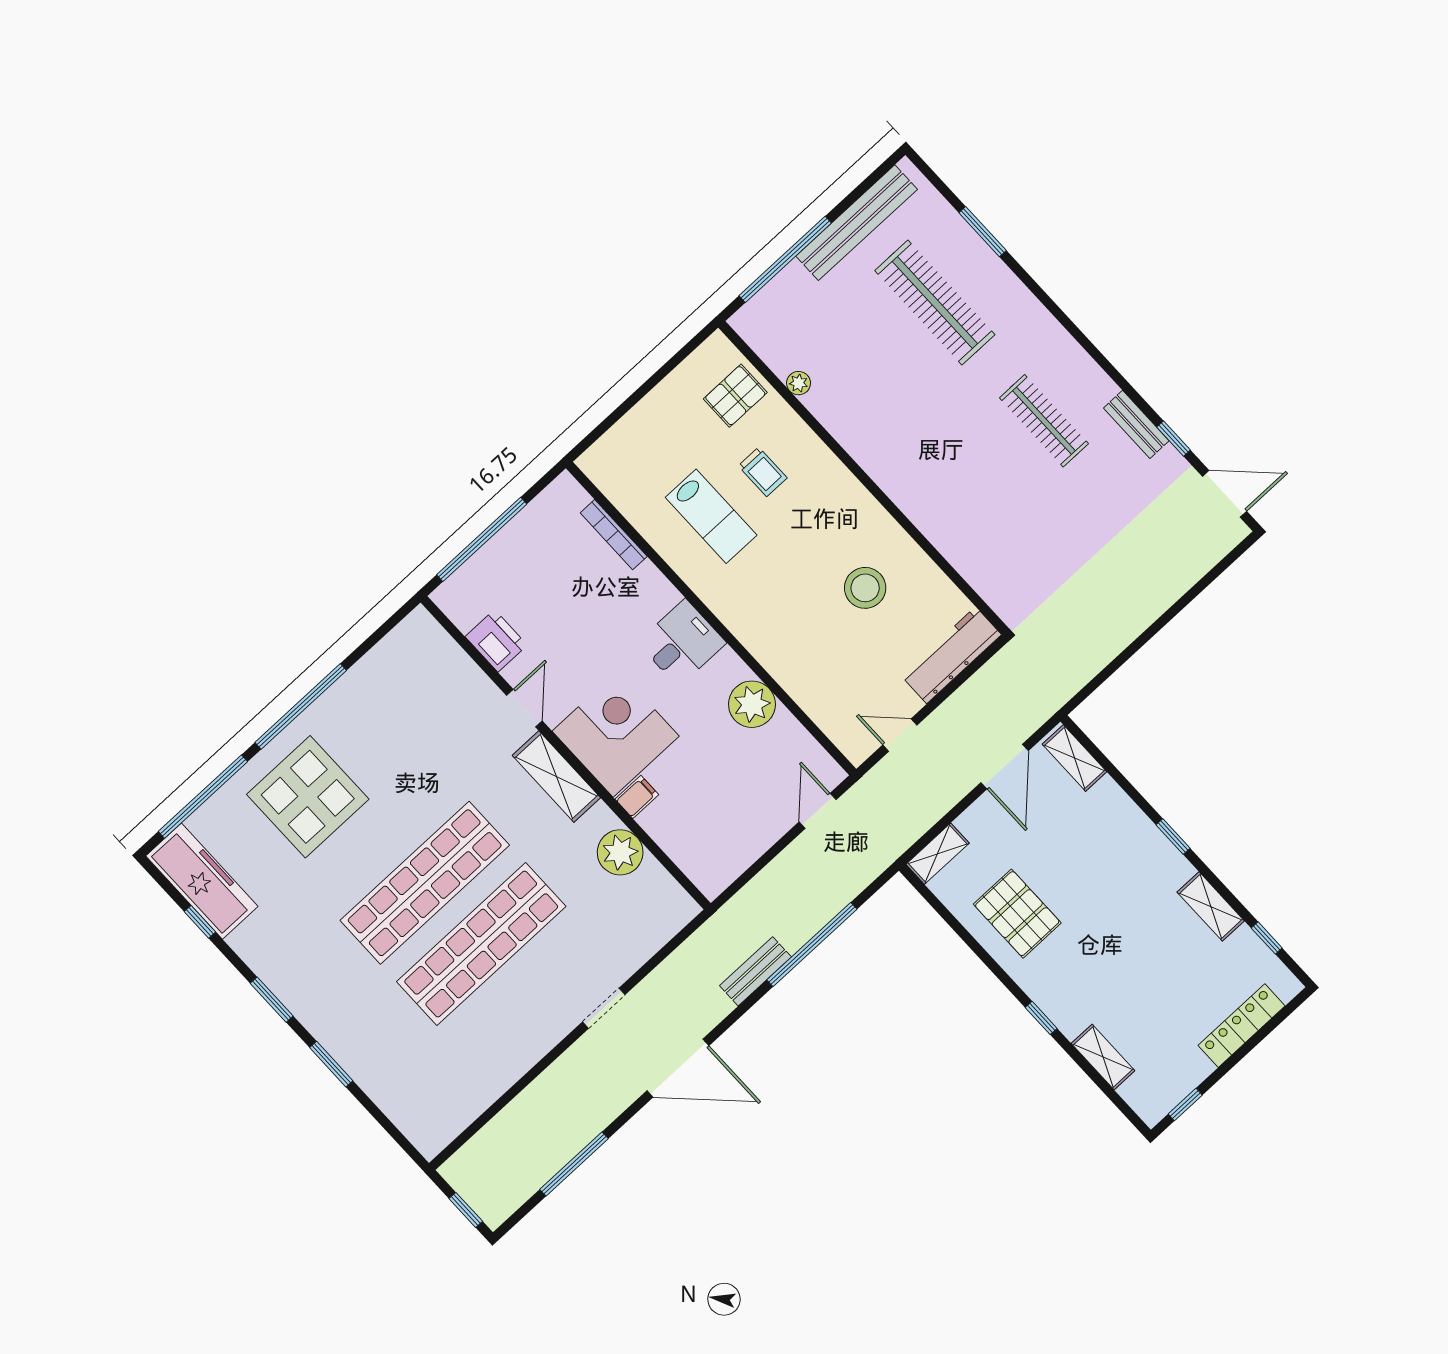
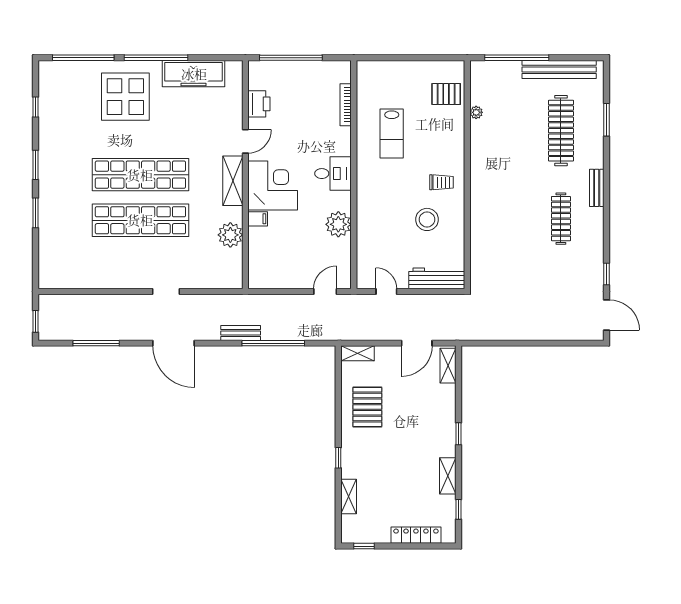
bench: (1136, 424) -> (597, 188), moved
trolley: (763, 472) -> (442, 182), moved, turned -90
freezer: (202, 881) -> (194, 74), moved, turned 90

